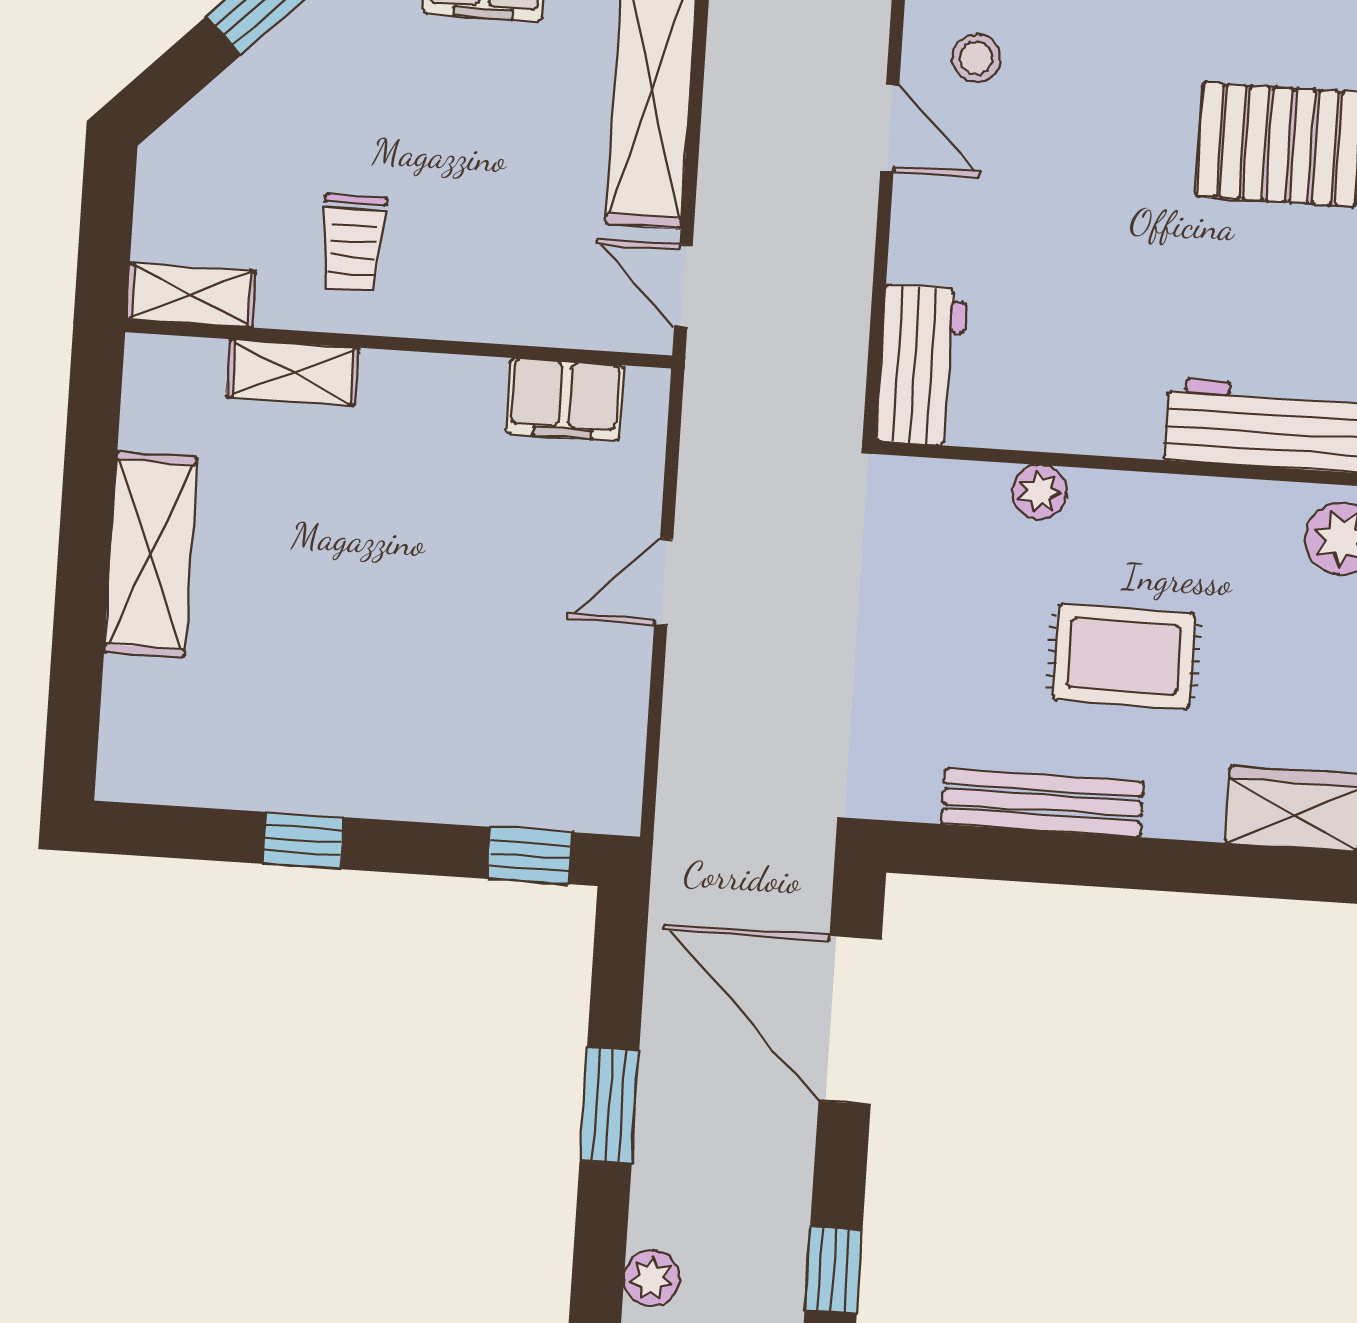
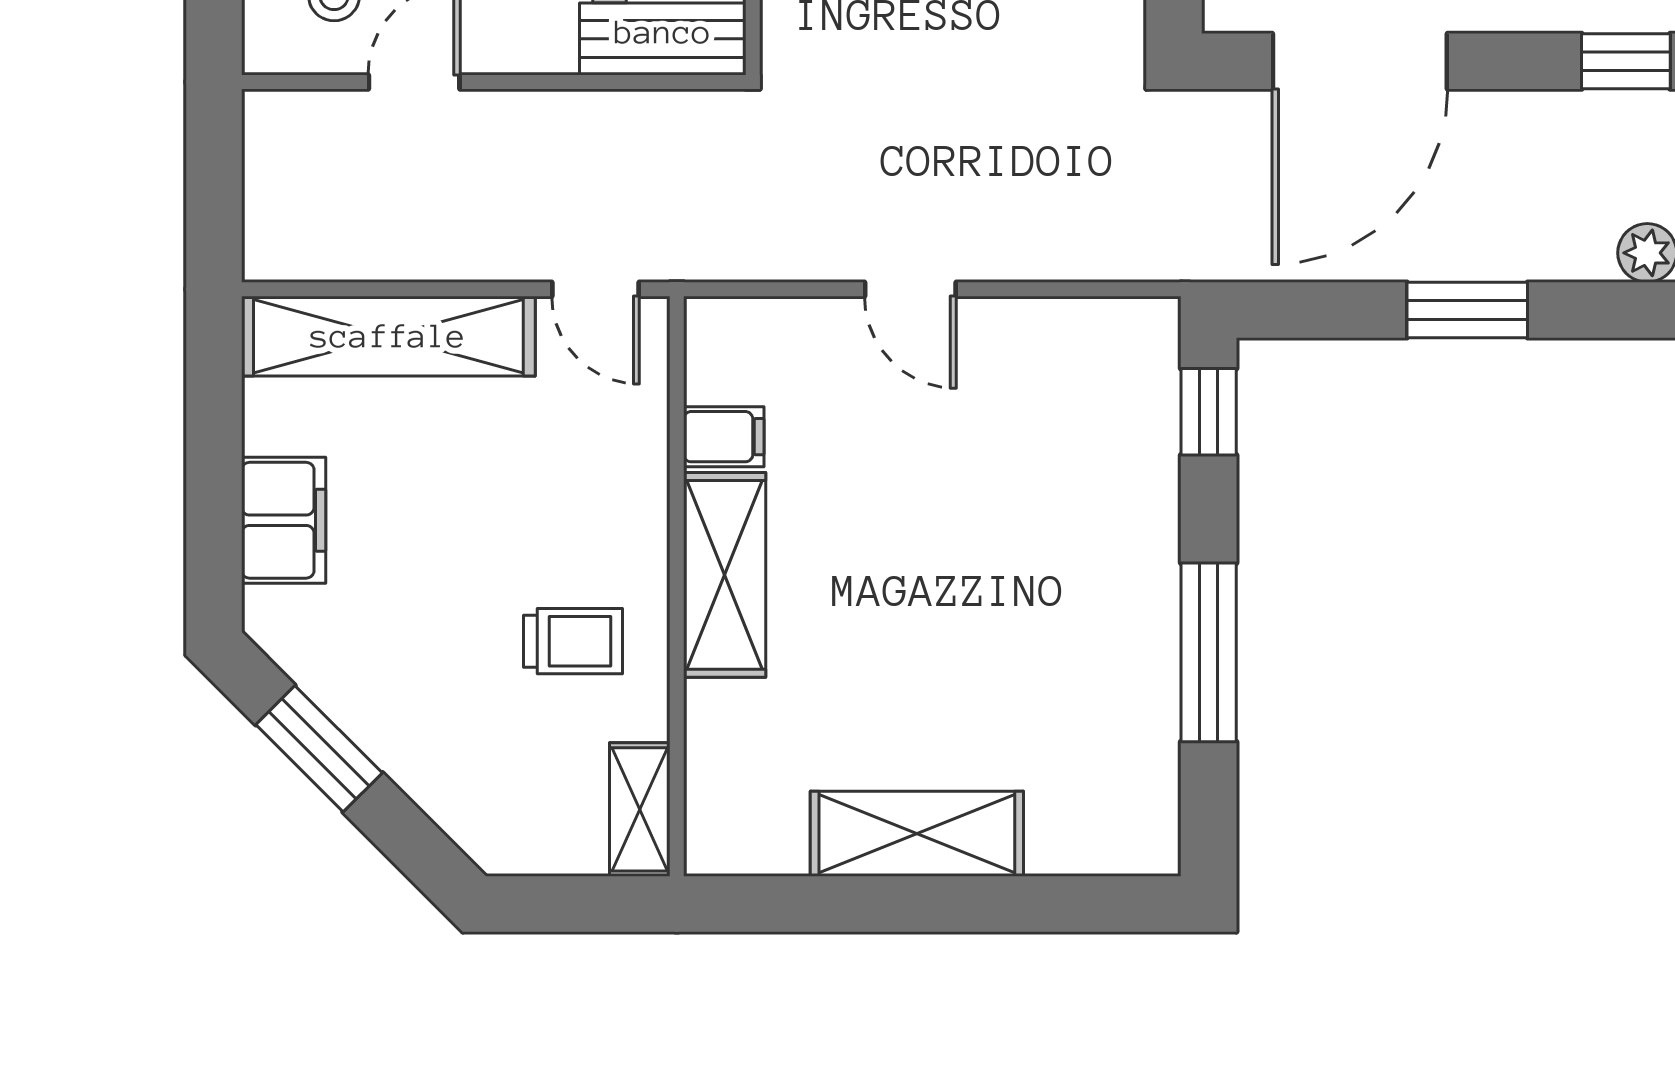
door: (683, 286) -> (596, 289), hinge flipped
shelving: (293, 372) -> (725, 575), moved, width x1.50, depth x1.33
filing cabinet: (565, 399) -> (724, 437), width x0.50
window: (303, 840) -> (1209, 652), width x2.17

